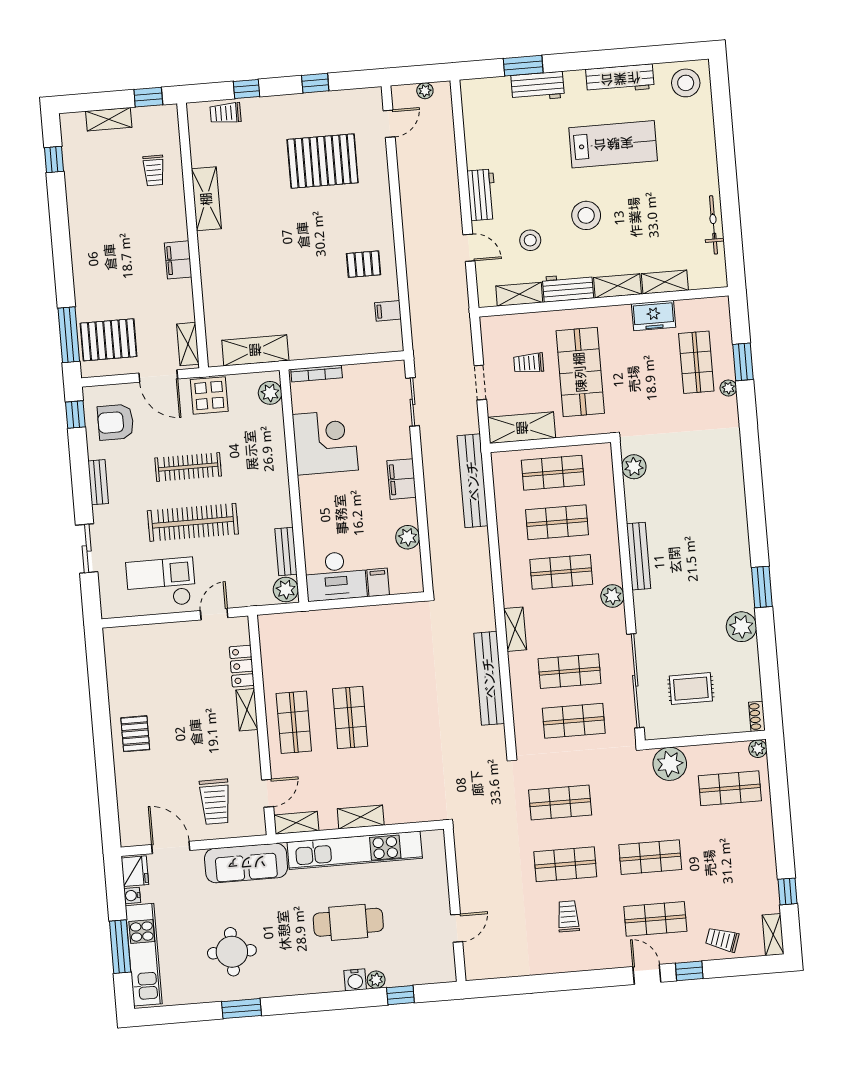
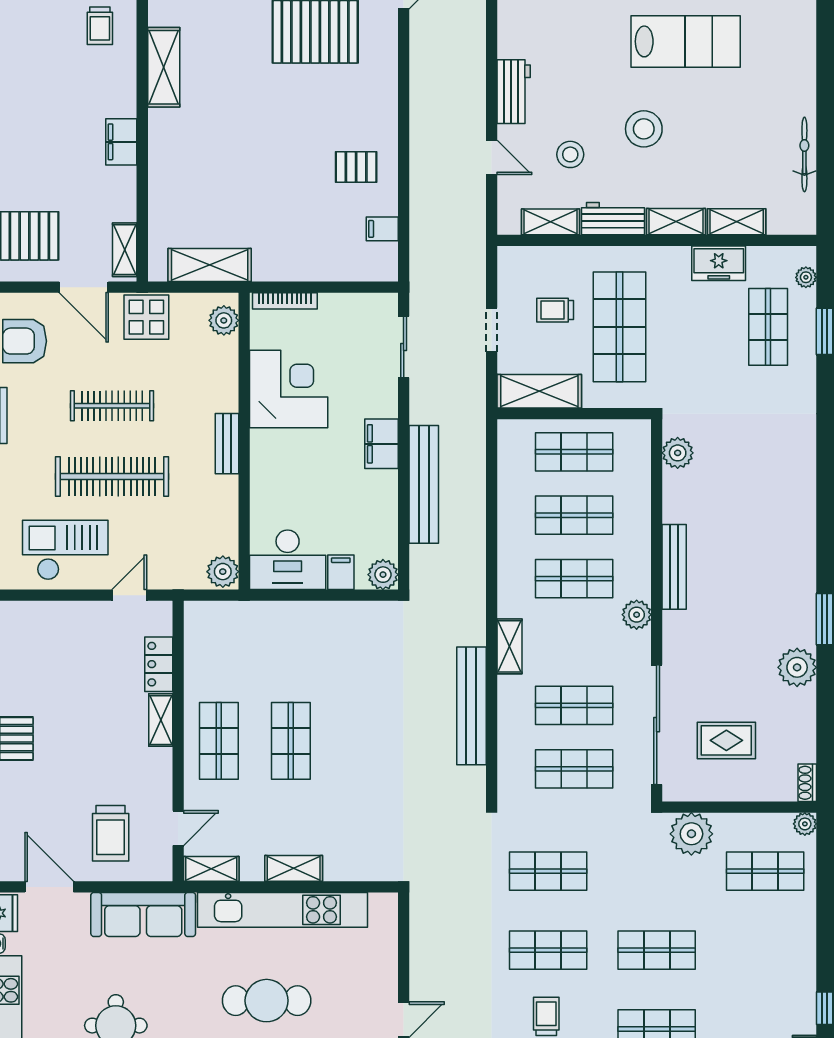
plant: (728, 388) -> (806, 277), moved
bench: (473, 481) -> (424, 484), moved
plant: (408, 537) -> (383, 575), moved
bench: (286, 551) -> (227, 444), moved

